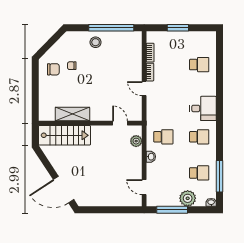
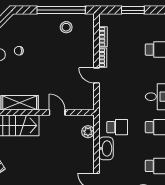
stool: (96, 42) -> (66, 27), moved
door: (120, 123) -> (57, 113), moved
washbasin: (151, 157) -> (106, 148), width x1.91, depth x1.45

